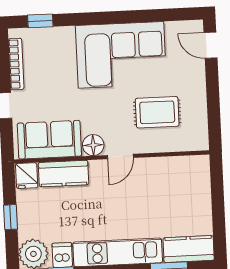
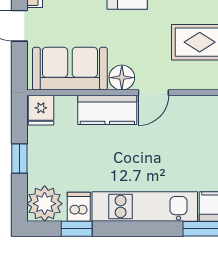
kitchen counter: (64, 174) -> (107, 110), moved

